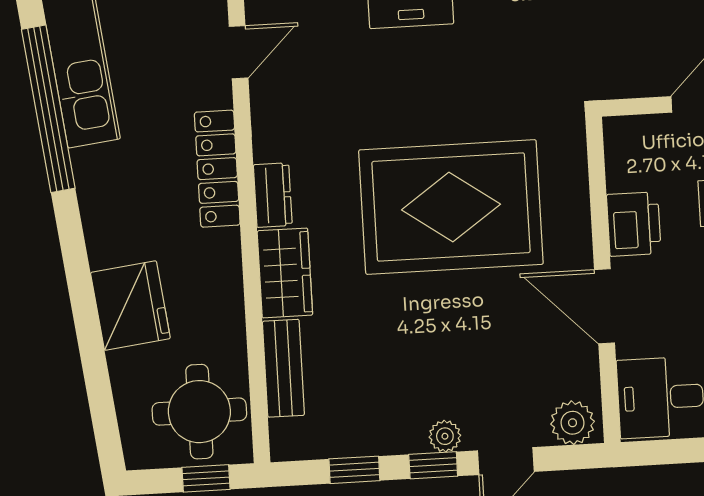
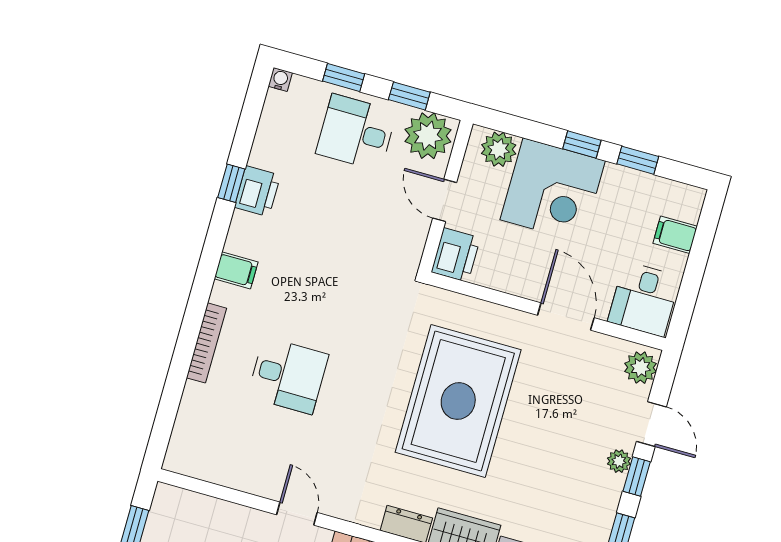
printer: (634, 224) -> (456, 255), moved, turned 90
door: (605, 306) -> (566, 316), swing flipped

